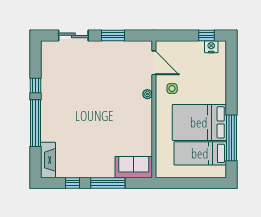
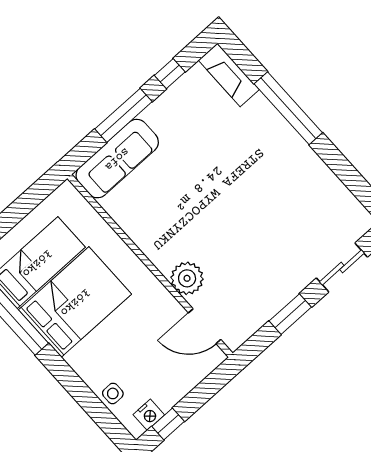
window: (35, 85) -> (333, 157), removed
side table: (172, 89) -> (113, 393), moved
plant: (147, 94) -> (187, 278), width x1.88, depth x1.88
sofa: (134, 167) -> (117, 159), width x1.36

